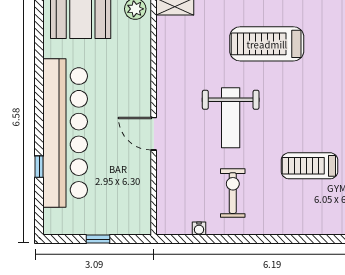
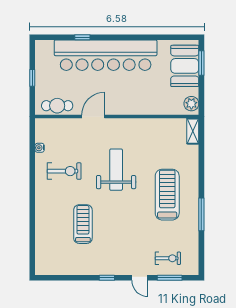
weight bench: (231, 118) -> (116, 170), turned 90
door: (154, 134) -> (93, 116), moved
cafe table: (138, 203) -> (57, 106), added

